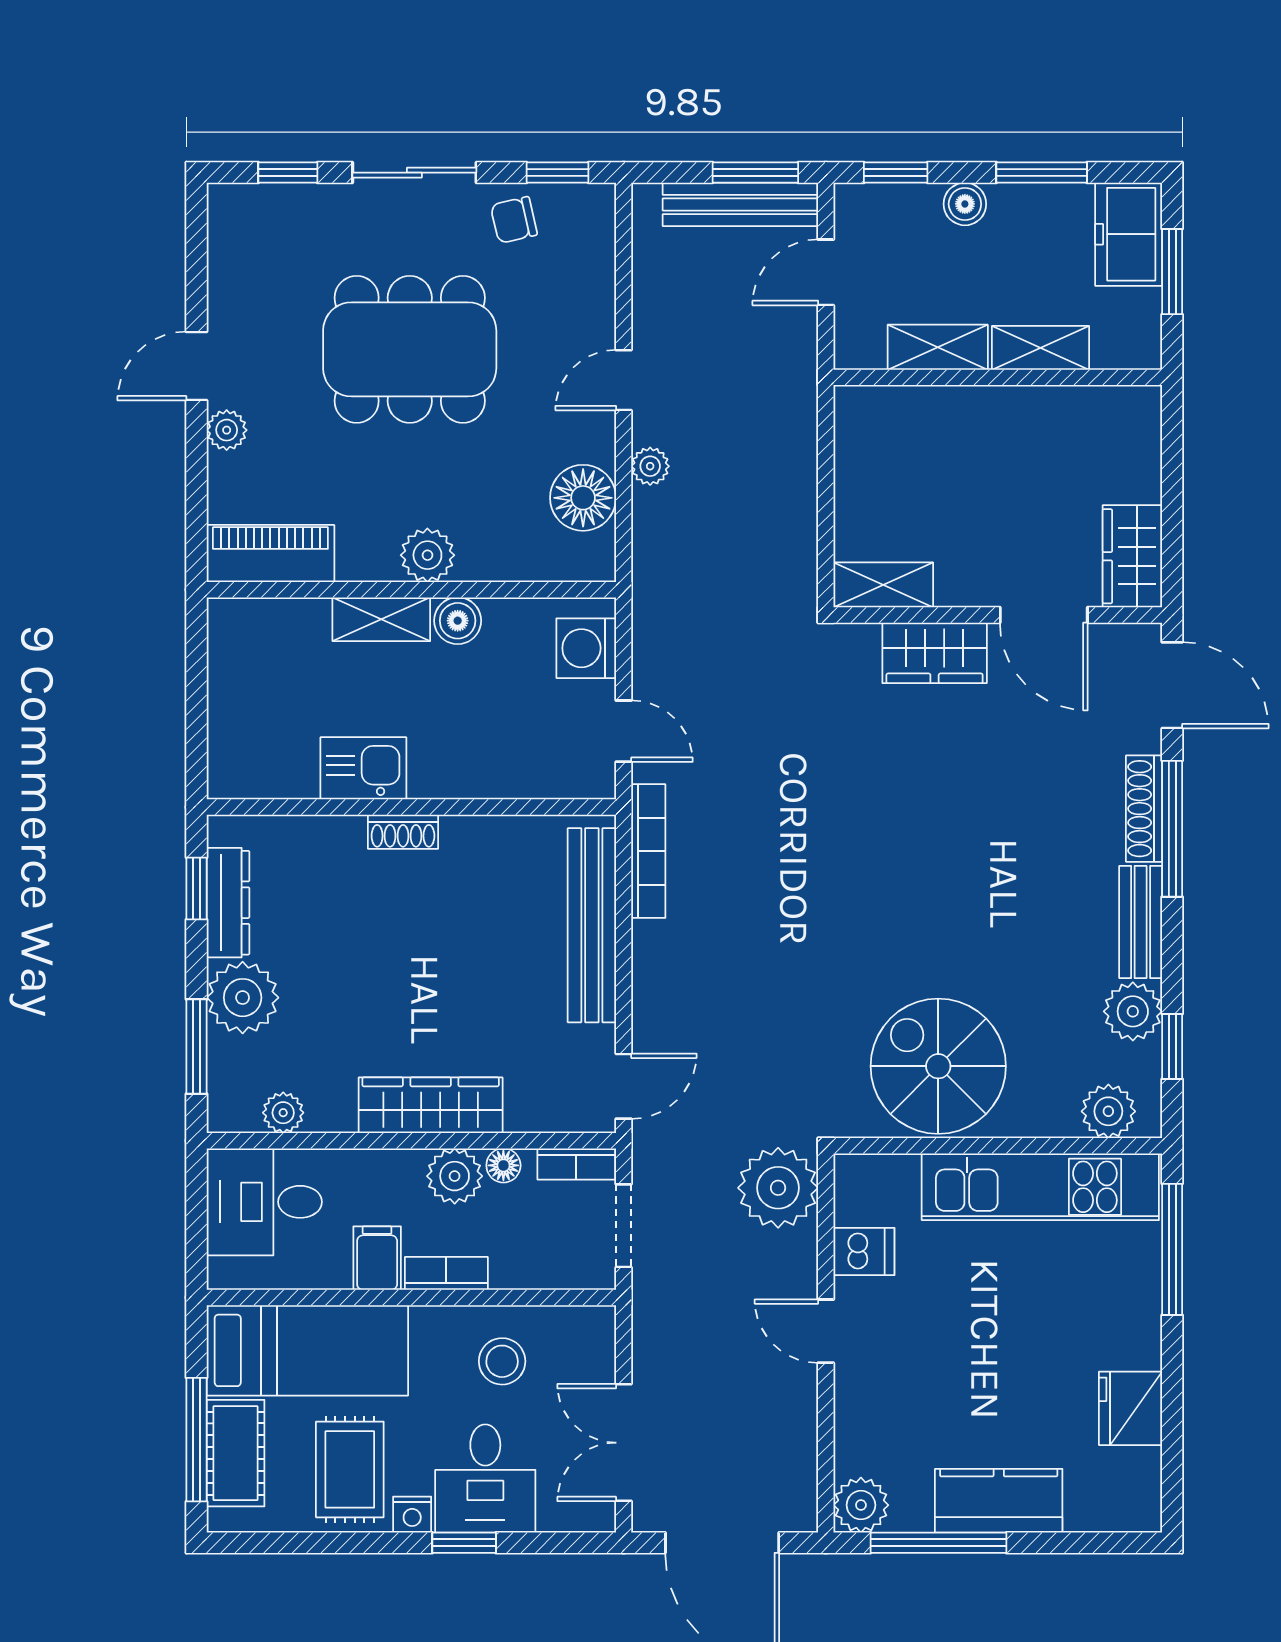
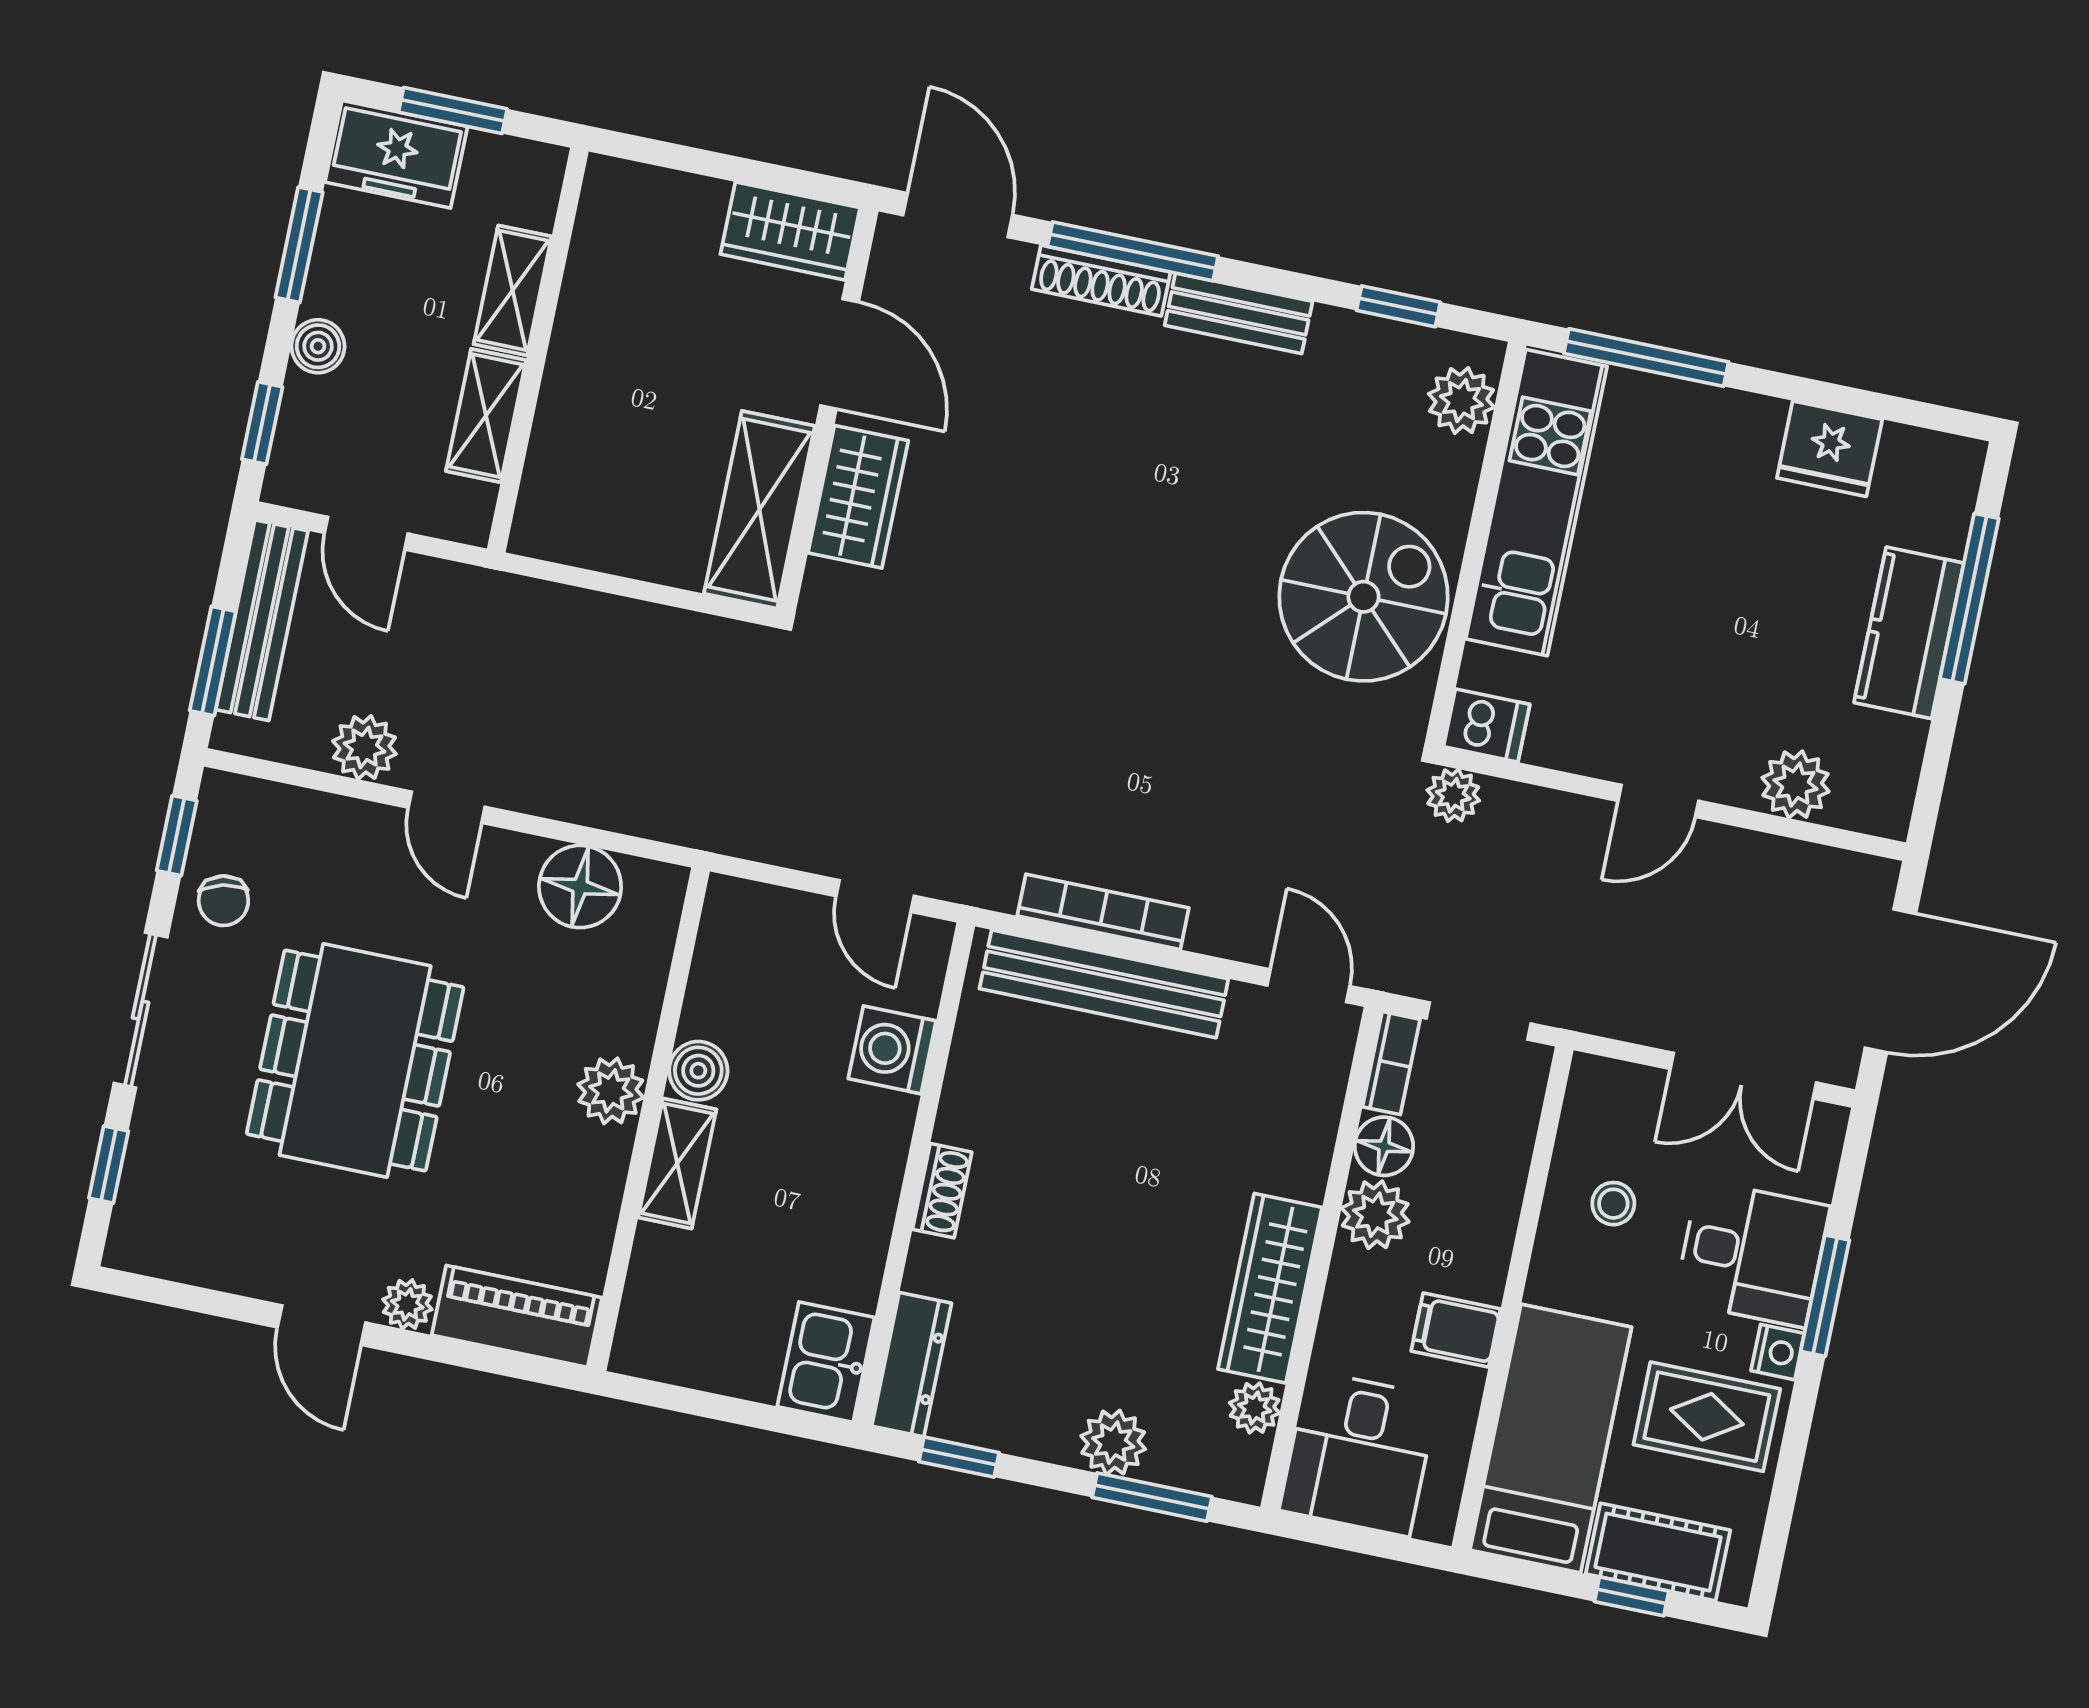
window: (755, 173) -> (213, 661), moved
plant: (650, 466) -> (364, 747), moved, width x1.38, depth x1.38
piano: (270, 554) -> (517, 1316), moved, turned 90
shelving: (883, 585) -> (759, 510), width x1.50, depth x1.33
door: (1044, 615) -> (839, 354), hinge flipped
washing machine: (586, 648) -> (892, 1050), moved, turned 90
door: (1172, 685) -> (958, 215), hinge flipped
door: (624, 731) -> (875, 896), swing flipped
kitchen sink: (363, 768) -> (826, 1362), moved
bookcase: (648, 851) -> (1103, 912), moved
dresser: (228, 903) -> (912, 1365), moved, turned 90
plant: (243, 998) -> (1113, 1443), width x0.73, depth x0.73
plant: (1133, 1011) -> (1346, 345), removed
spiral stairs: (938, 1066) -> (1363, 597), turned 180
wardrobe: (431, 1105) -> (1270, 1288), moved
floor lamp: (503, 1165) -> (1384, 1146), width x1.37, depth x1.37
plant: (778, 1188) -> (1453, 795), width x0.53, depth x0.53
dishwasher: (864, 1251) -> (1487, 725), moved, turned 90
bookcase: (446, 1273) -> (1492, 1249), removed
stool: (502, 1361) -> (1613, 1204), width x0.73, depth x0.73
window: (196, 1440) -> (1632, 1596), width x0.46
plant: (861, 1505) -> (1796, 785), moved
window: (464, 1543) -> (1825, 1296), width x1.50
window: (939, 1543) -> (1969, 599), moved

